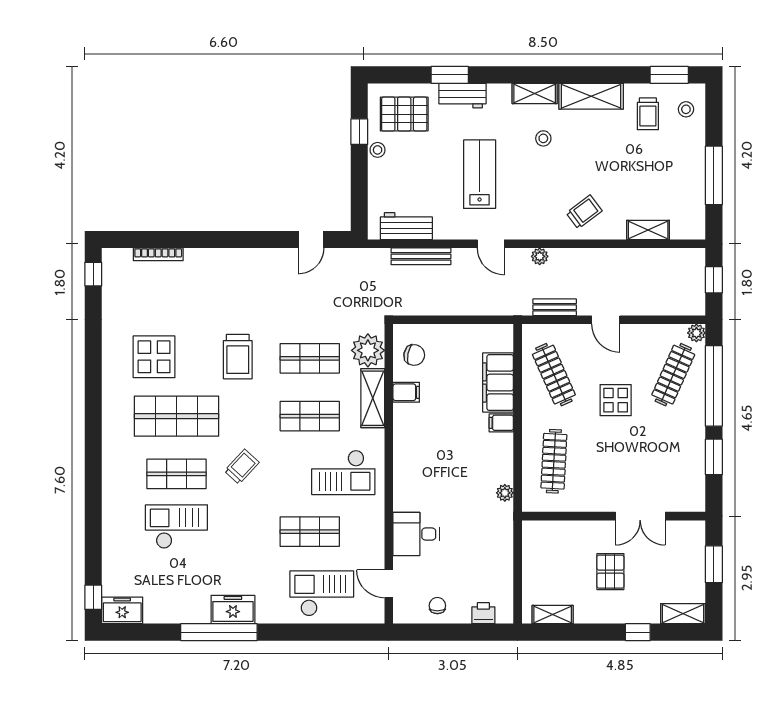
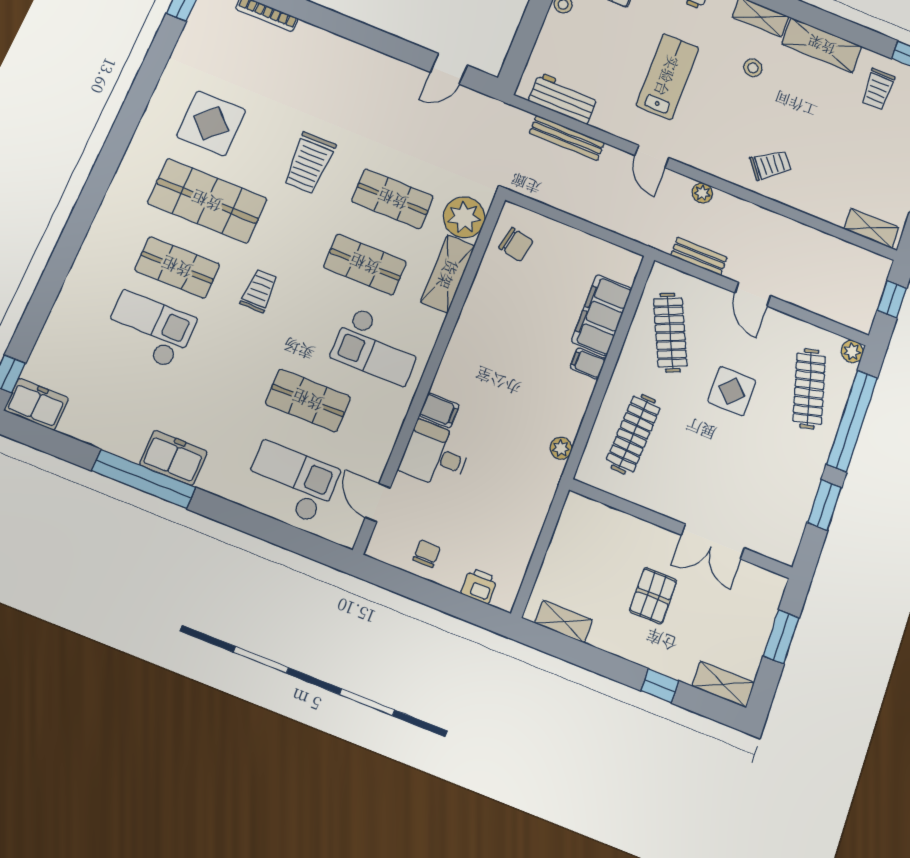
shelving: (648, 230) -> (871, 228), moved
clothes rail: (673, 375) -> (809, 389), turned -39
filing cabinet: (406, 392) -> (439, 410), moved
trolley: (242, 467) -> (259, 291), turned -43

